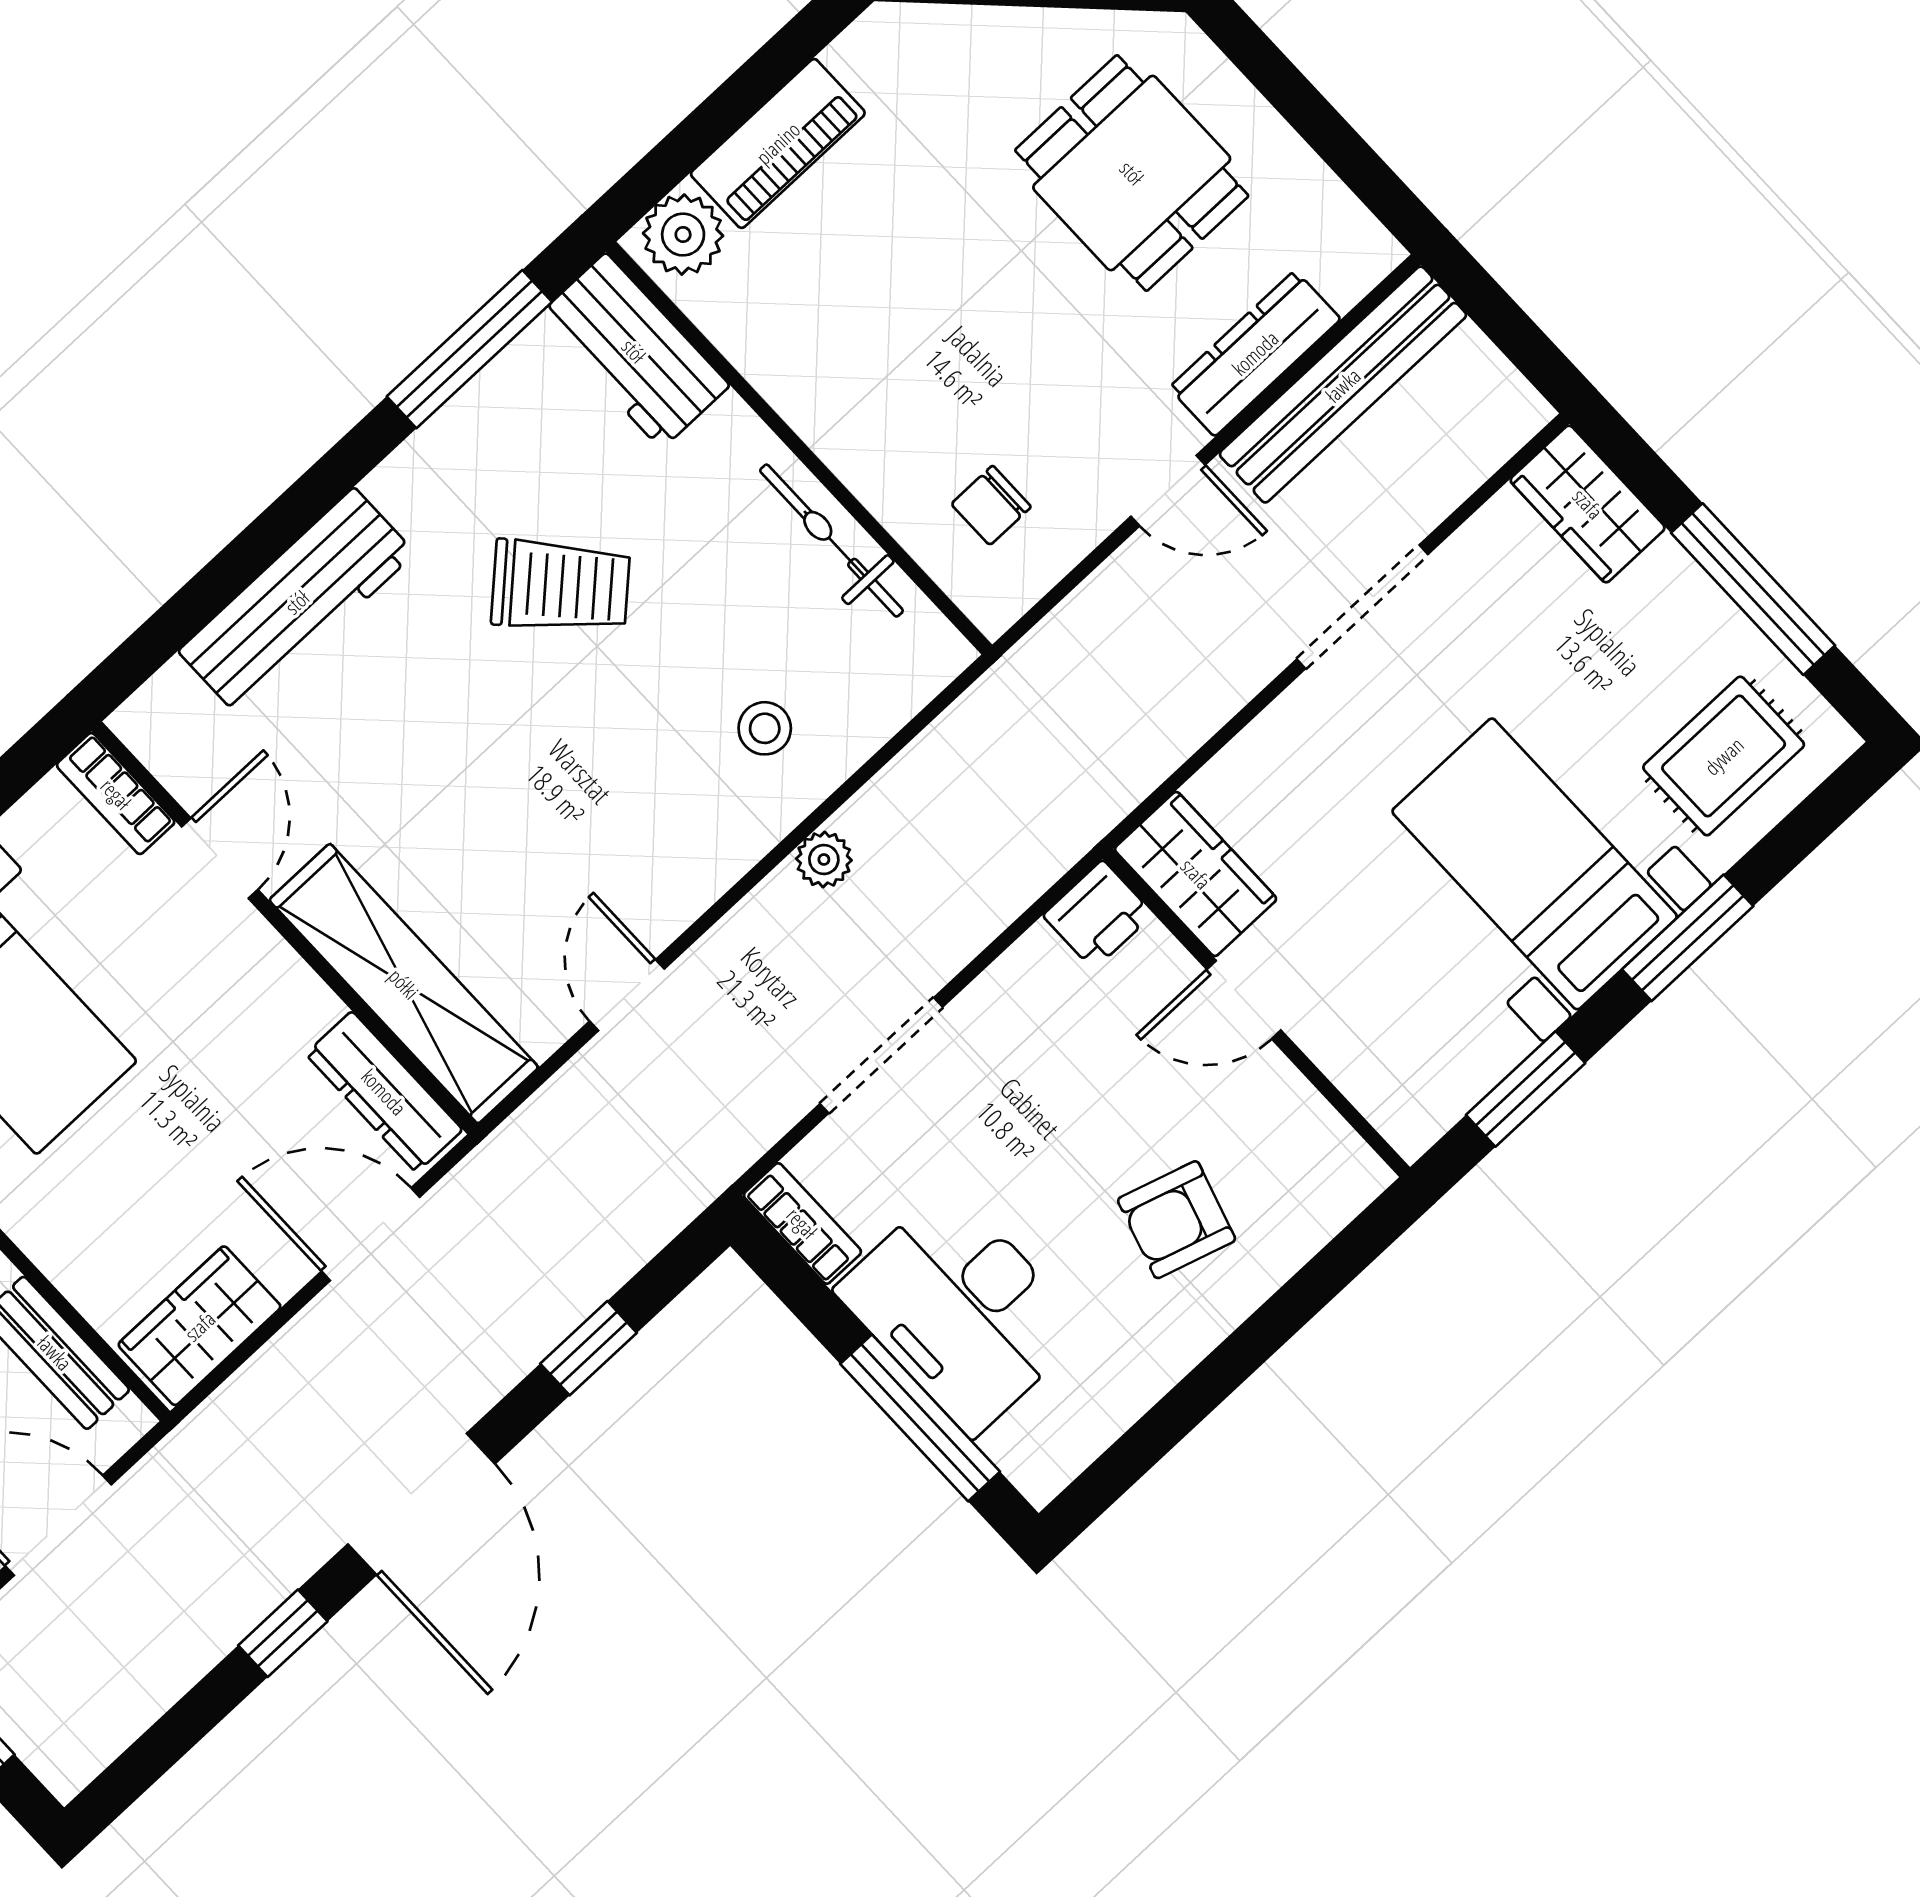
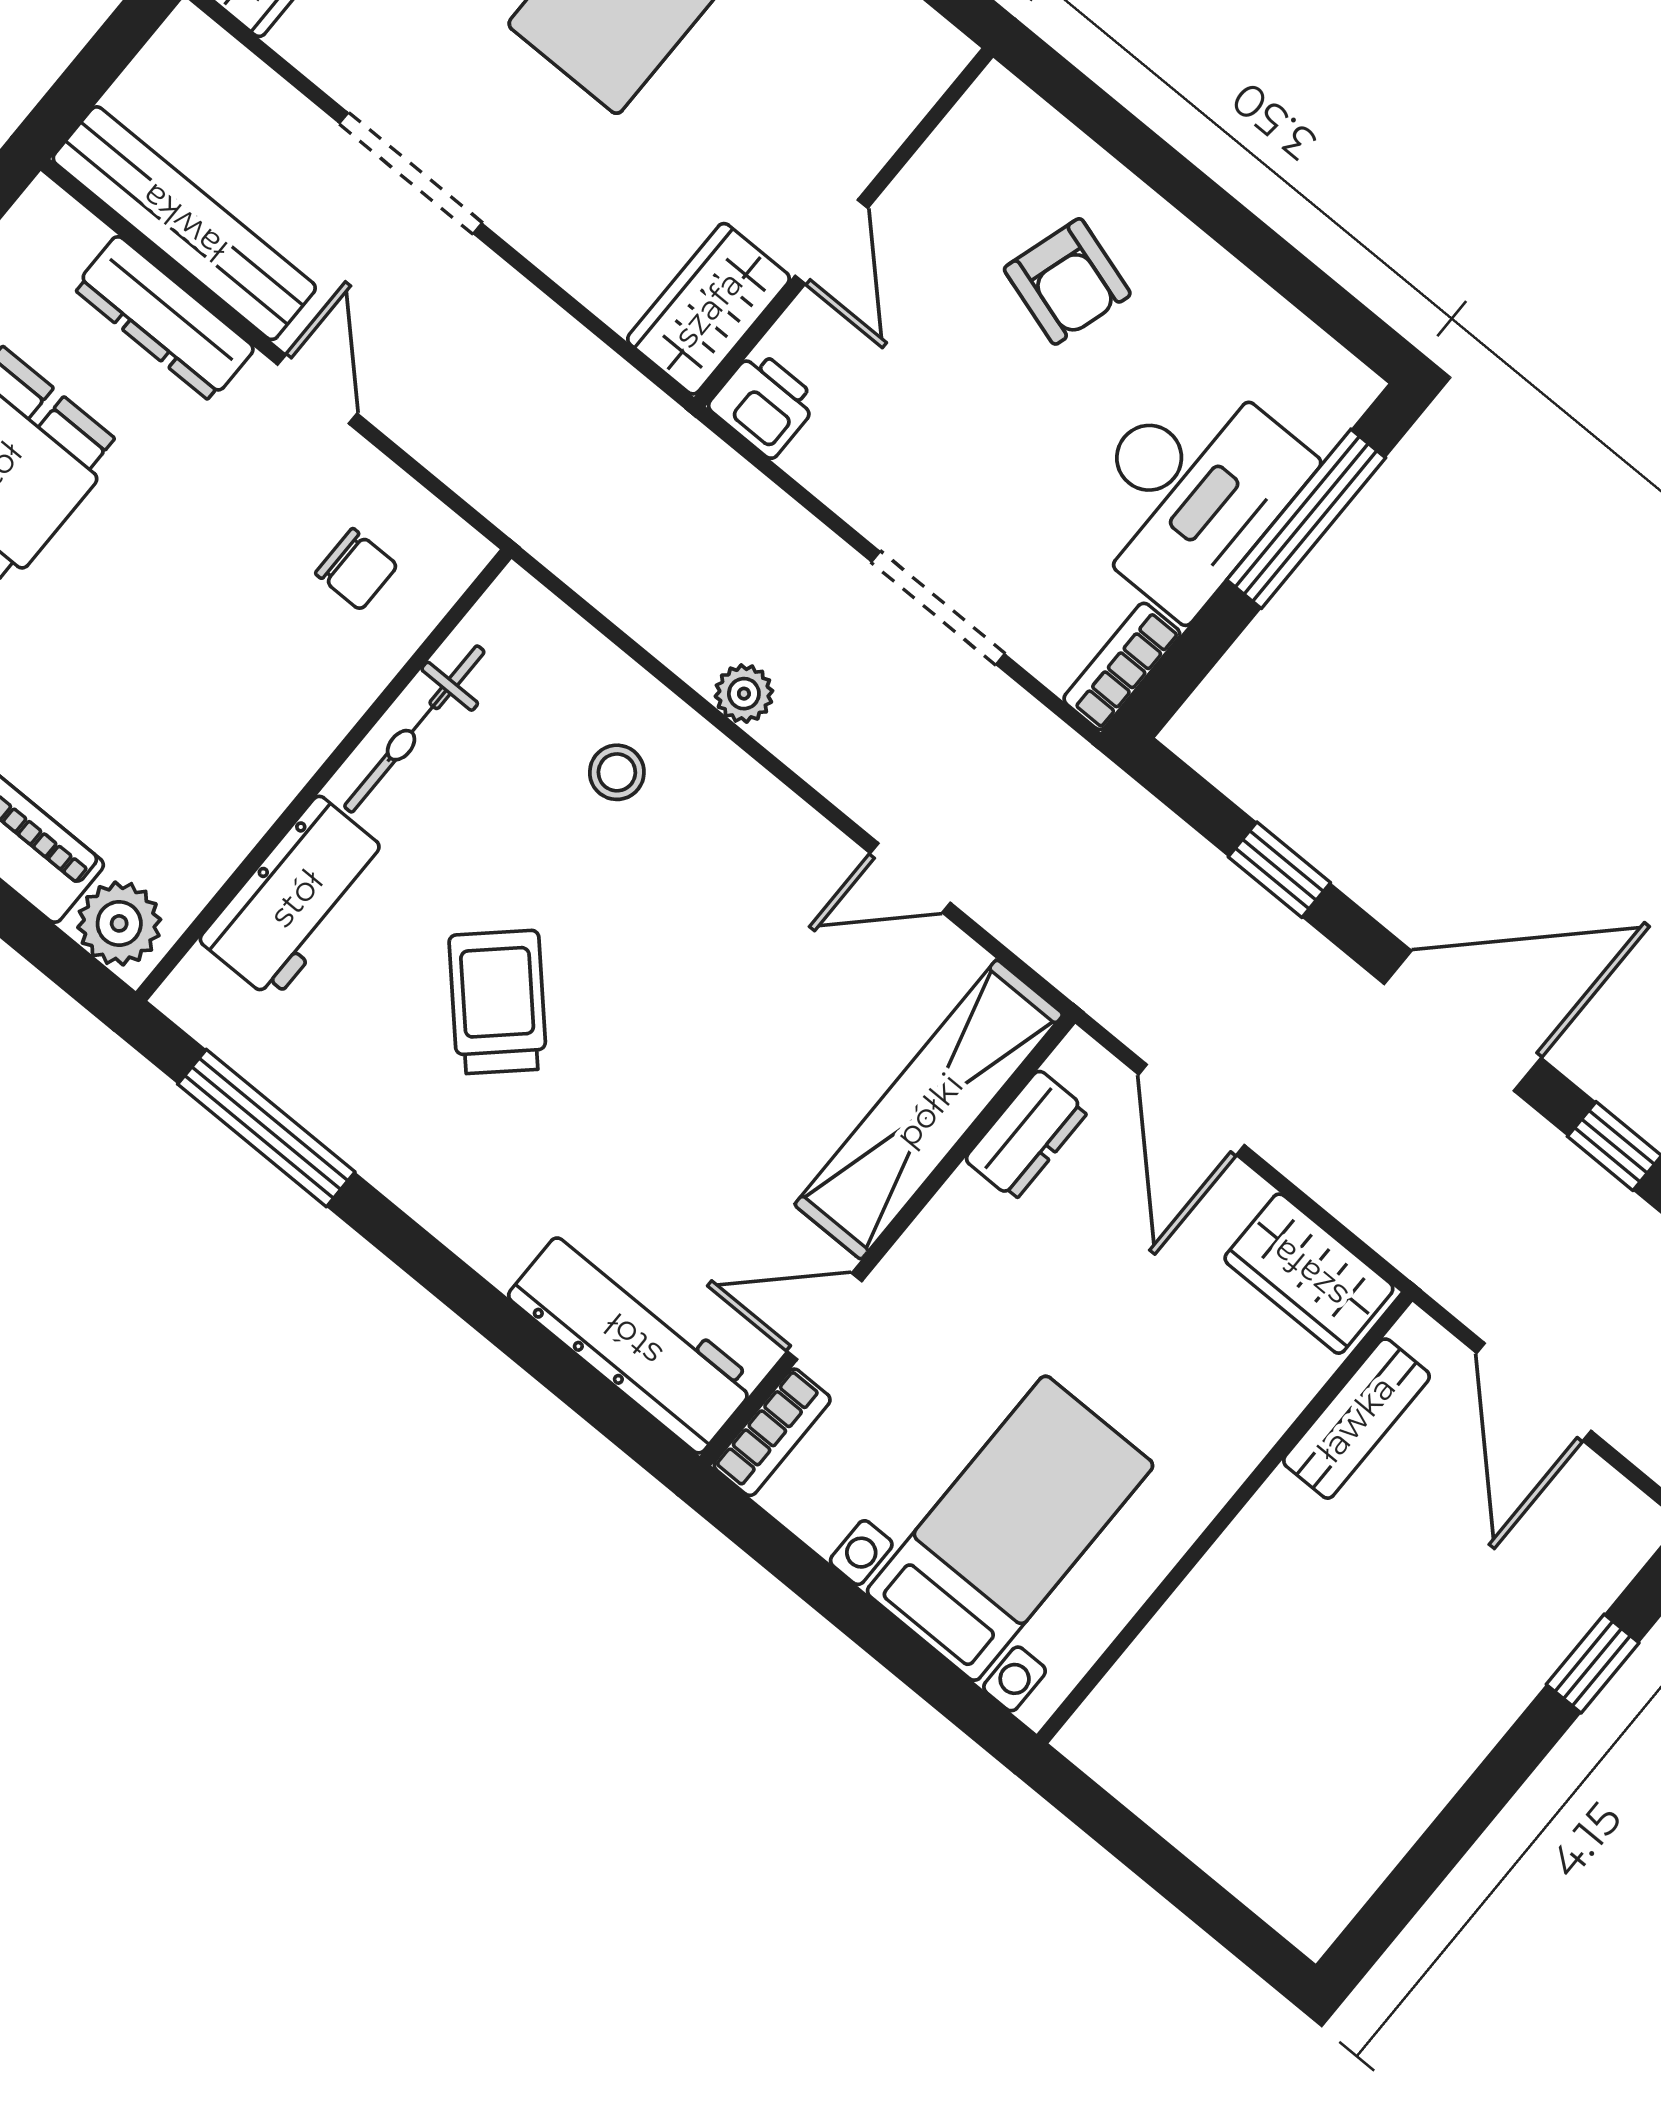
workbench: (634, 351) -> (296, 898), moved
workbench: (297, 602) -> (633, 1340), moved
dresser: (384, 1092) -> (1027, 1135), width x0.70

